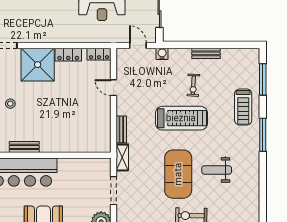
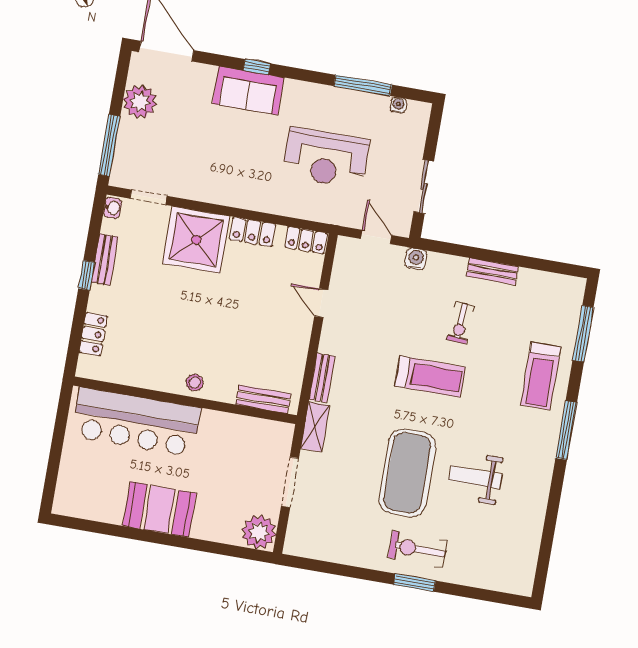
stool: (10, 104) -> (195, 383), moved
treadmill: (181, 118) -> (430, 377), width x0.73, depth x0.73
bench: (24, 147) -> (263, 399), moved

